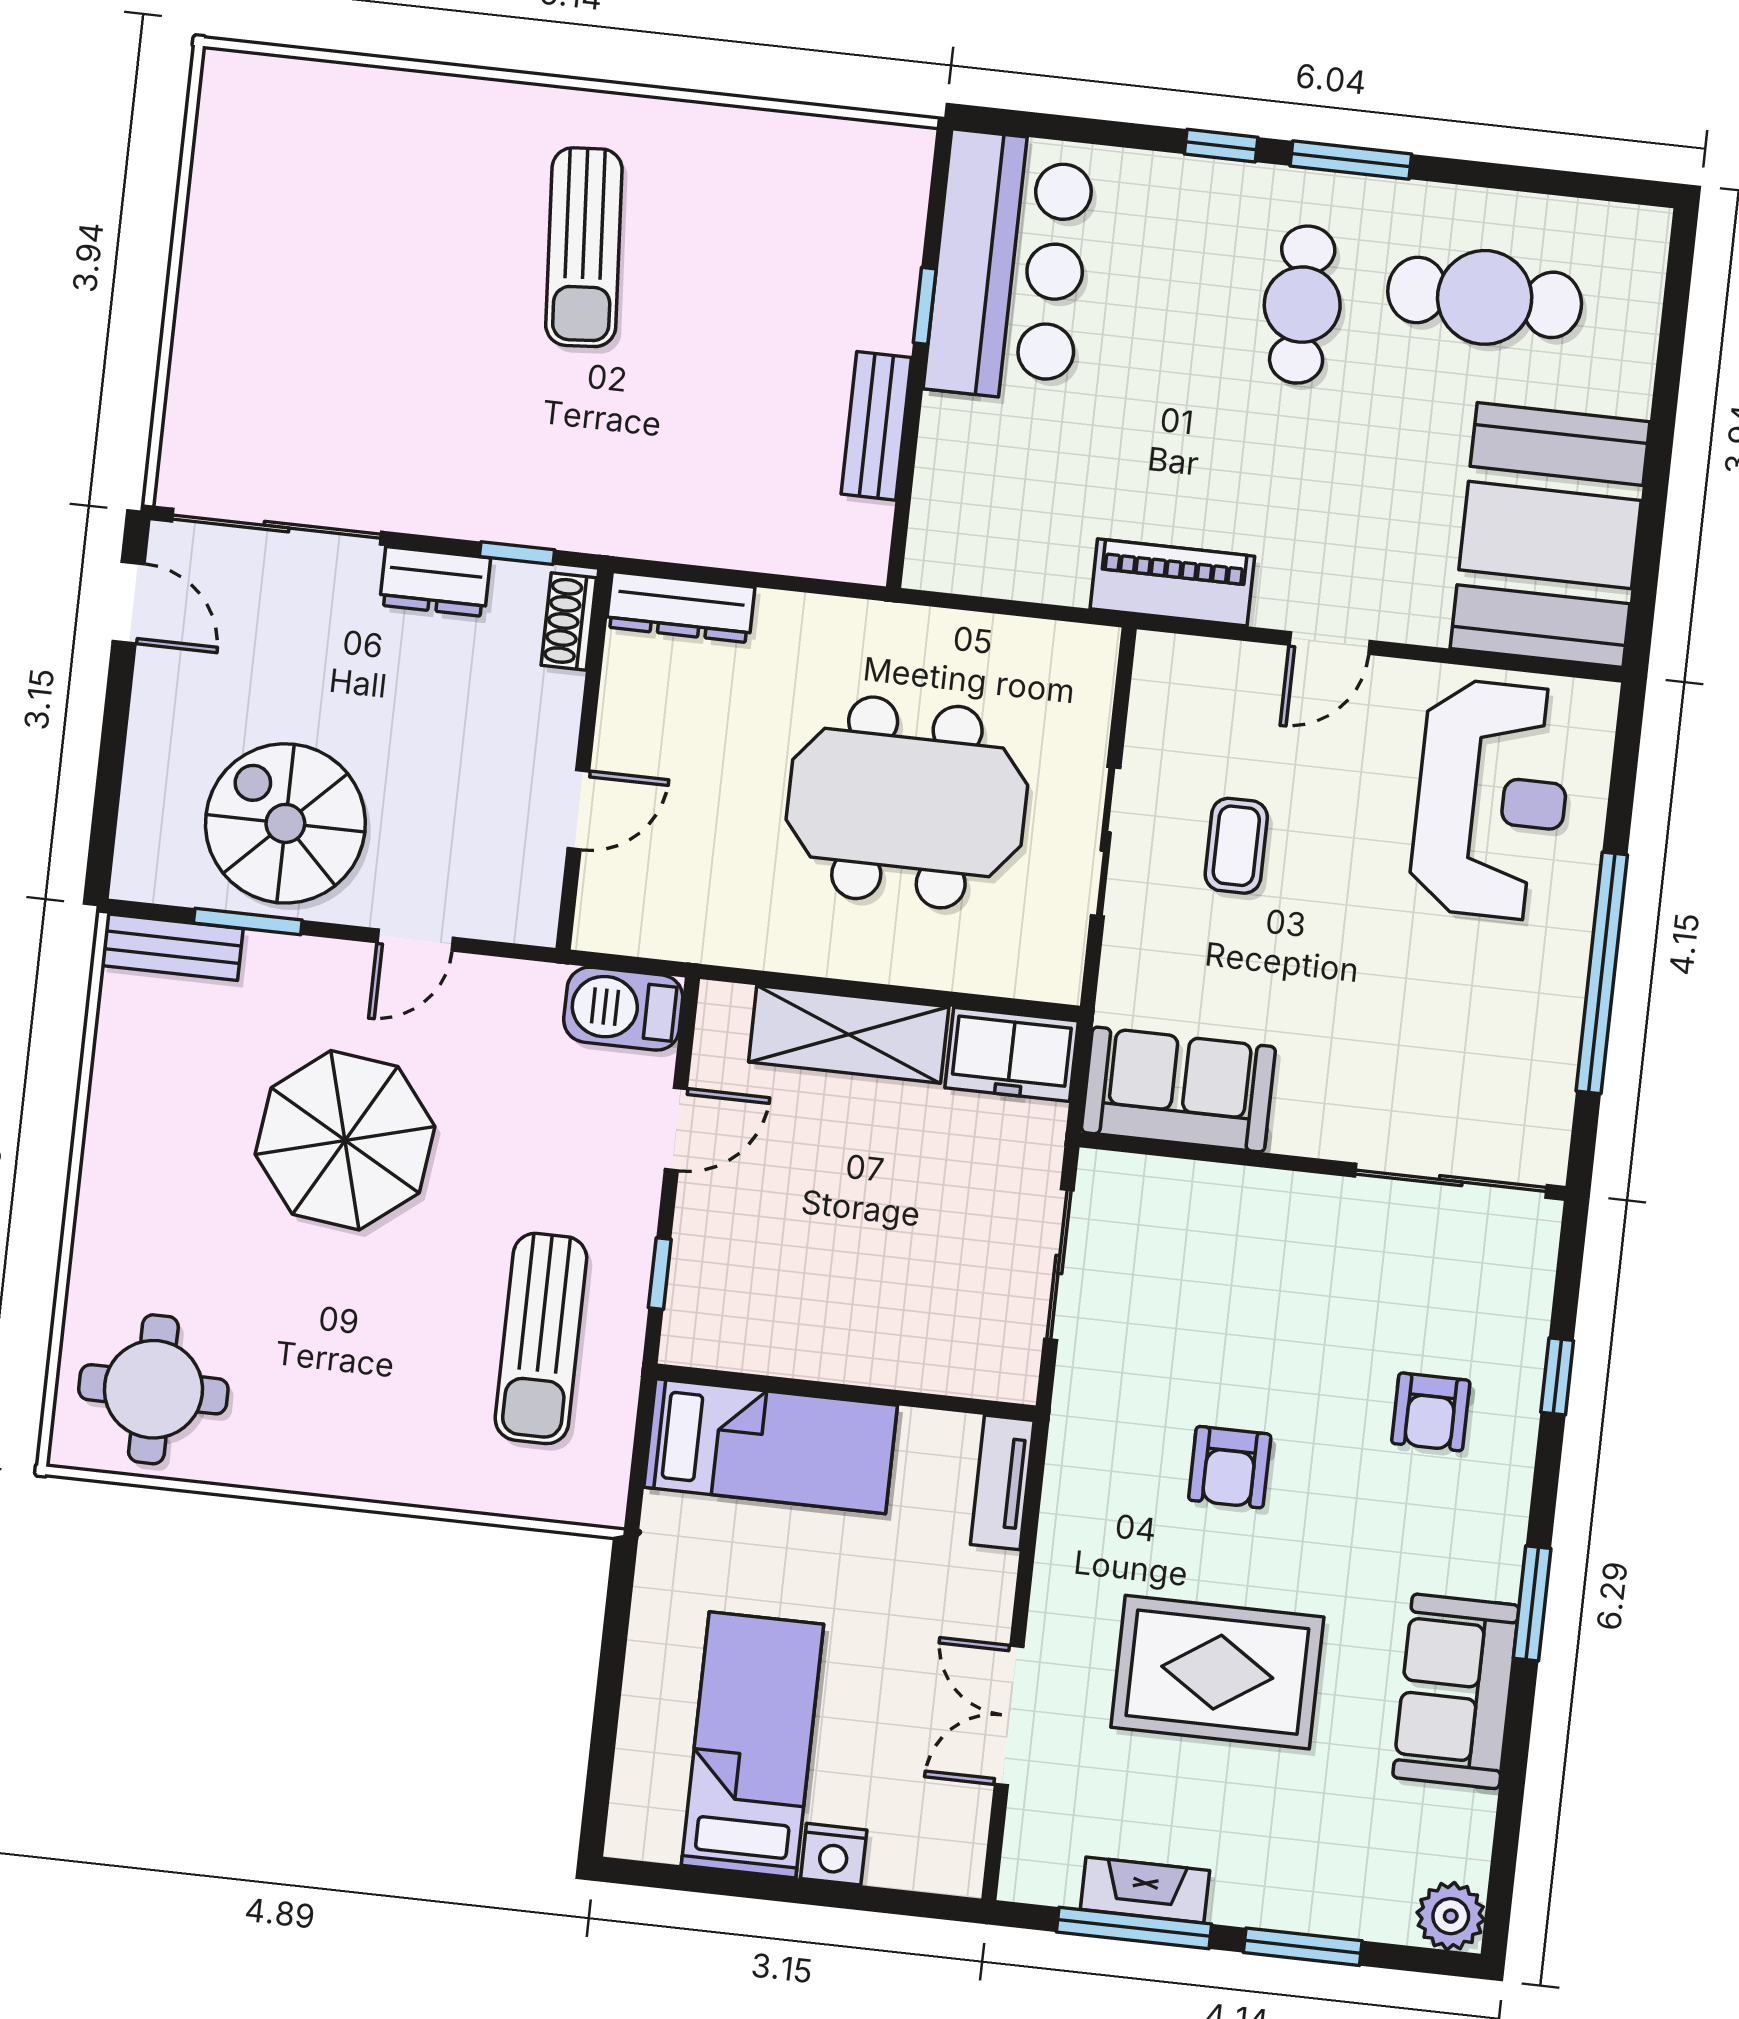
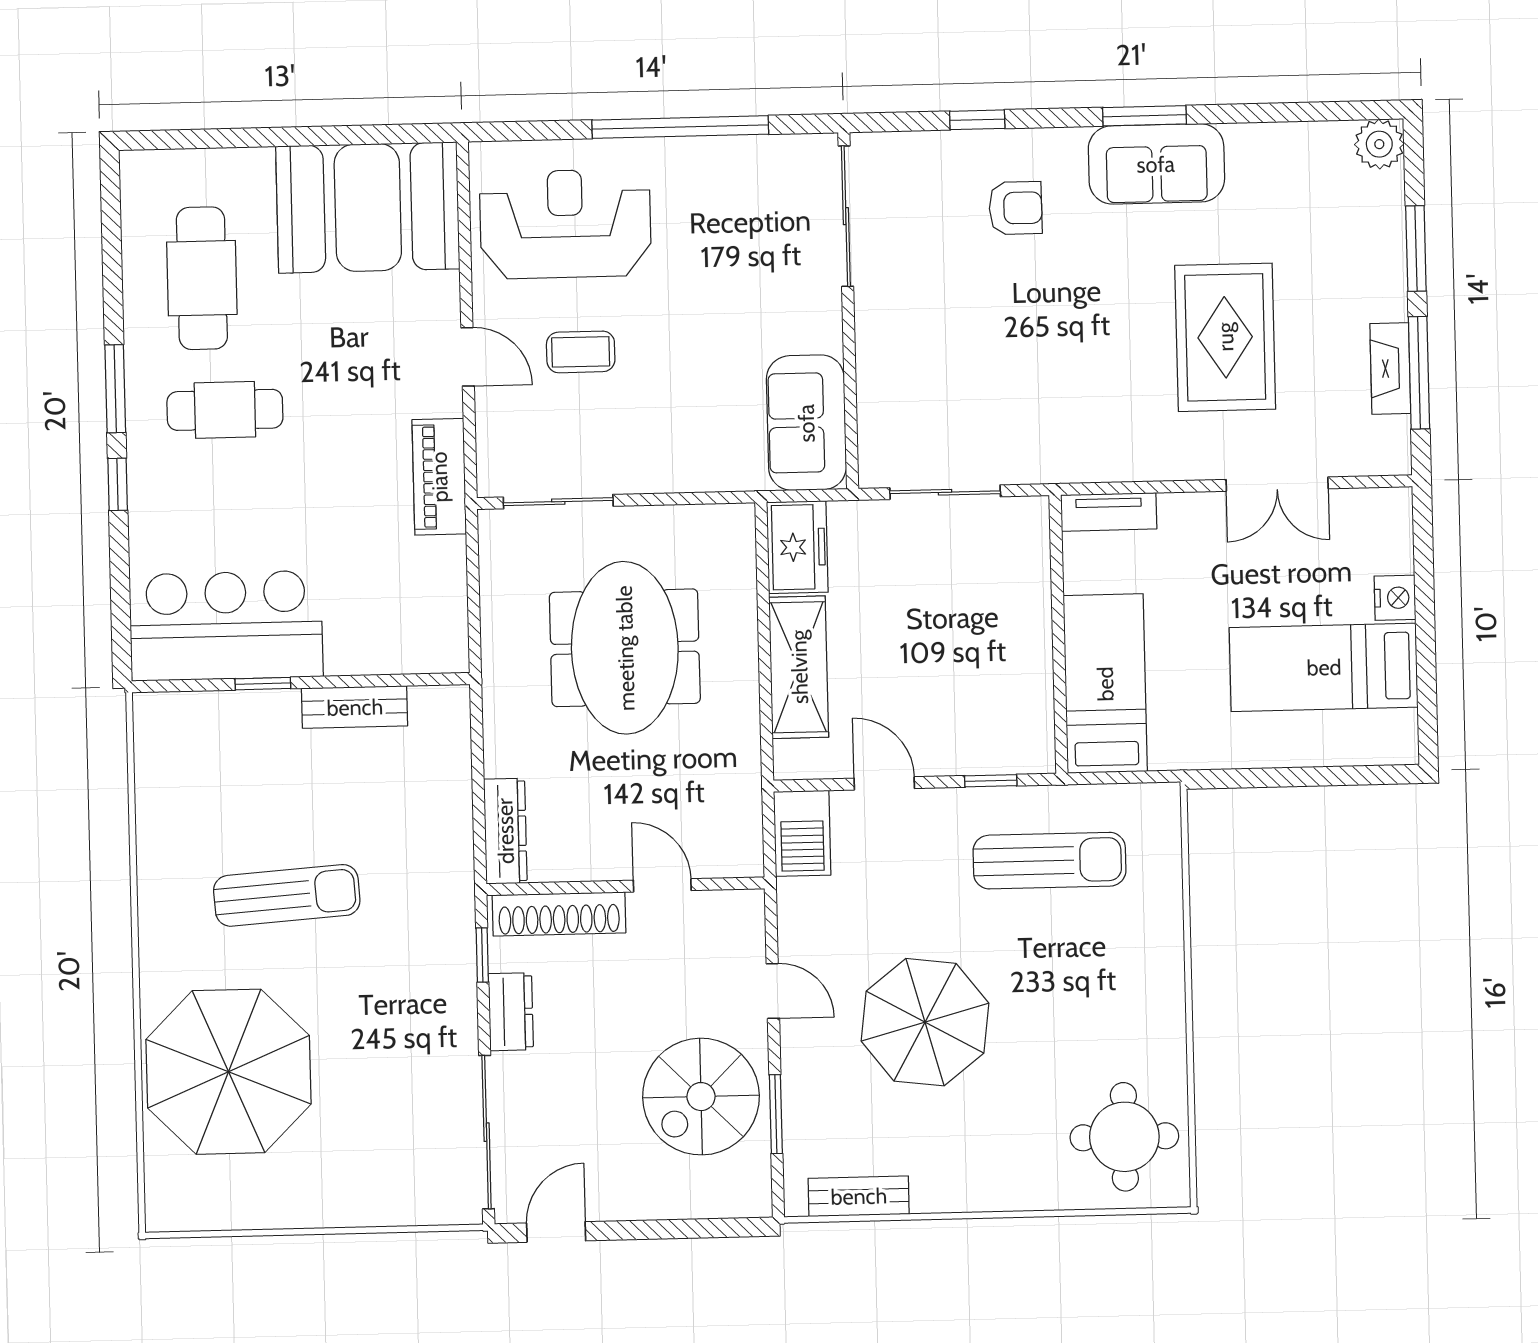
parasol: (406, 188) -> (229, 1072), added
sun lounger: (584, 247) -> (287, 895), moved
shoe rack: (569, 622) -> (559, 914), width x1.94, depth x1.24
sliding door: (1106, 841) -> (558, 502), moved
coffee table: (1236, 846) -> (581, 352), moved
bench: (172, 947) -> (859, 1196), moved, turned 90
armchair: (1230, 1467) -> (1075, 348), removed
sofa: (1456, 1691) -> (1156, 164), moved

